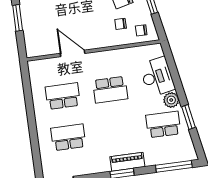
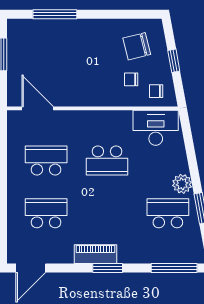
door: (73, 53) -> (38, 108), moved
desk: (157, 77) -> (156, 128), moved, turned -80
piano: (127, 162) -> (95, 254), moved

